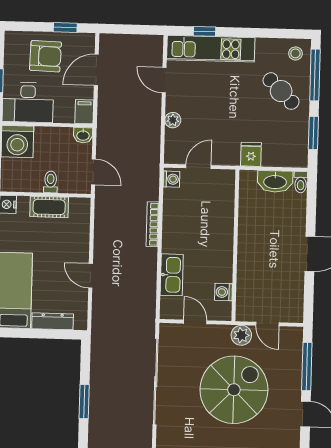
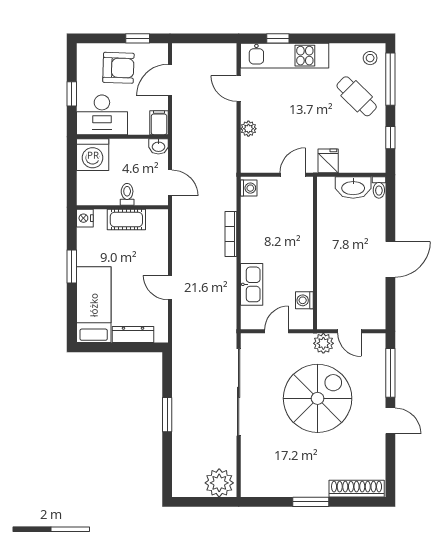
window: (313, 133) -> (390, 138), width x0.67
door: (198, 167) -> (293, 175), moved
door: (195, 322) -> (277, 331), hinge flipped

